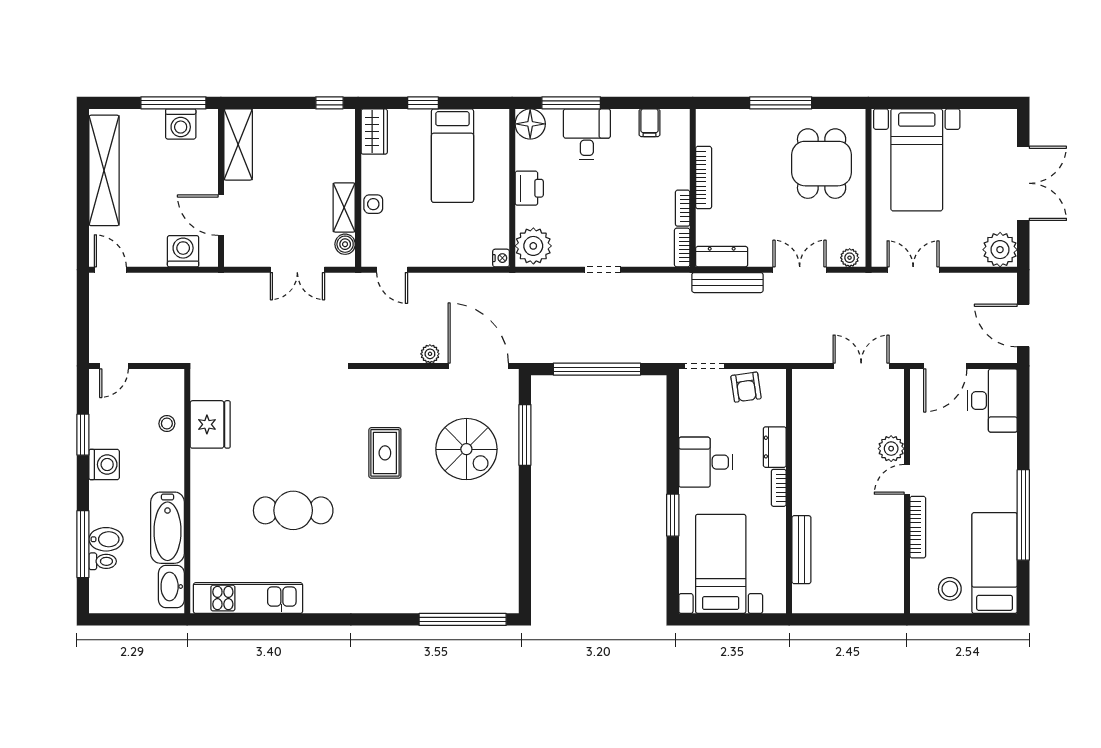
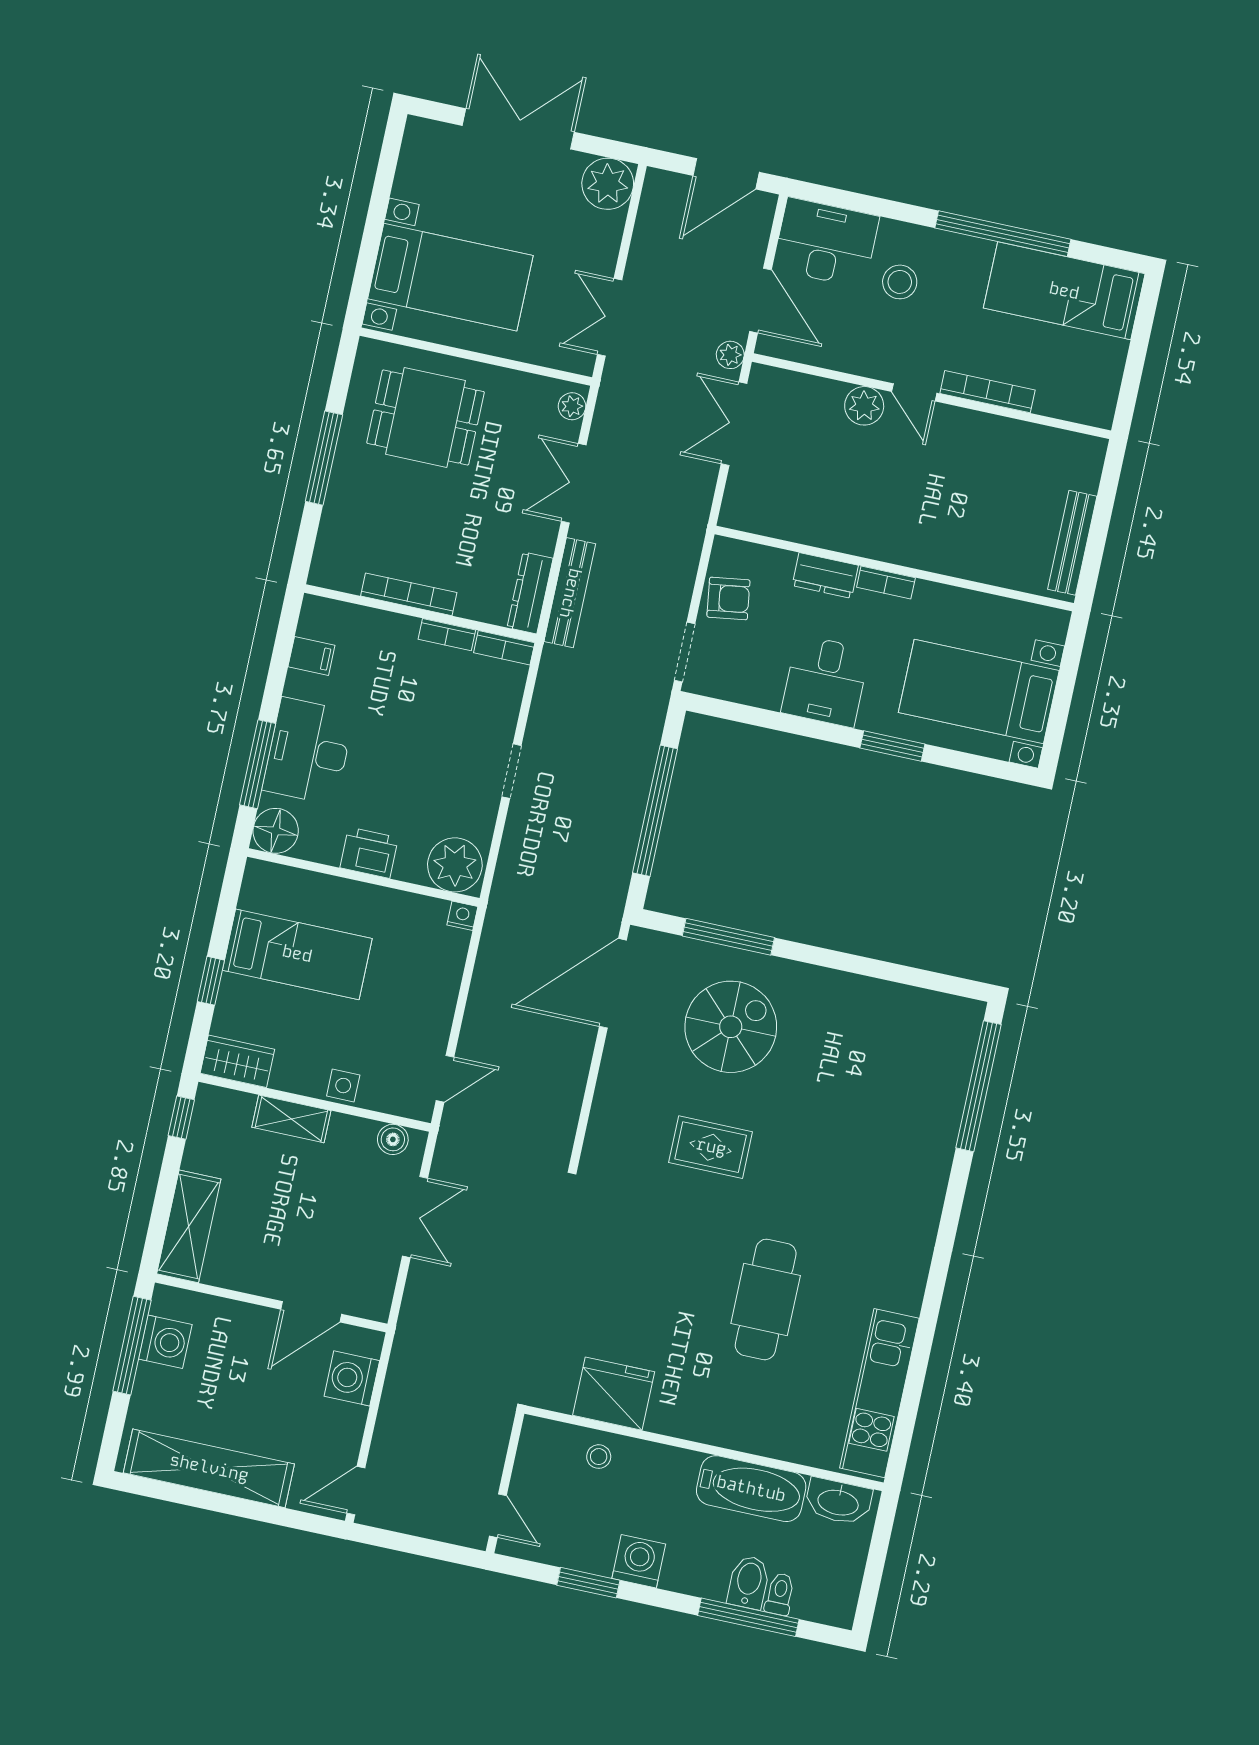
desk: (587, 134) -> (308, 751), width x1.37
shelving: (238, 144) -> (189, 1226), moved, turned 90
shelving: (344, 207) -> (291, 1119), moved
plant: (430, 354) -> (730, 355), moved
bench: (801, 550) -> (1072, 543), moved, turned 90
stool: (950, 589) -> (900, 282), moved

